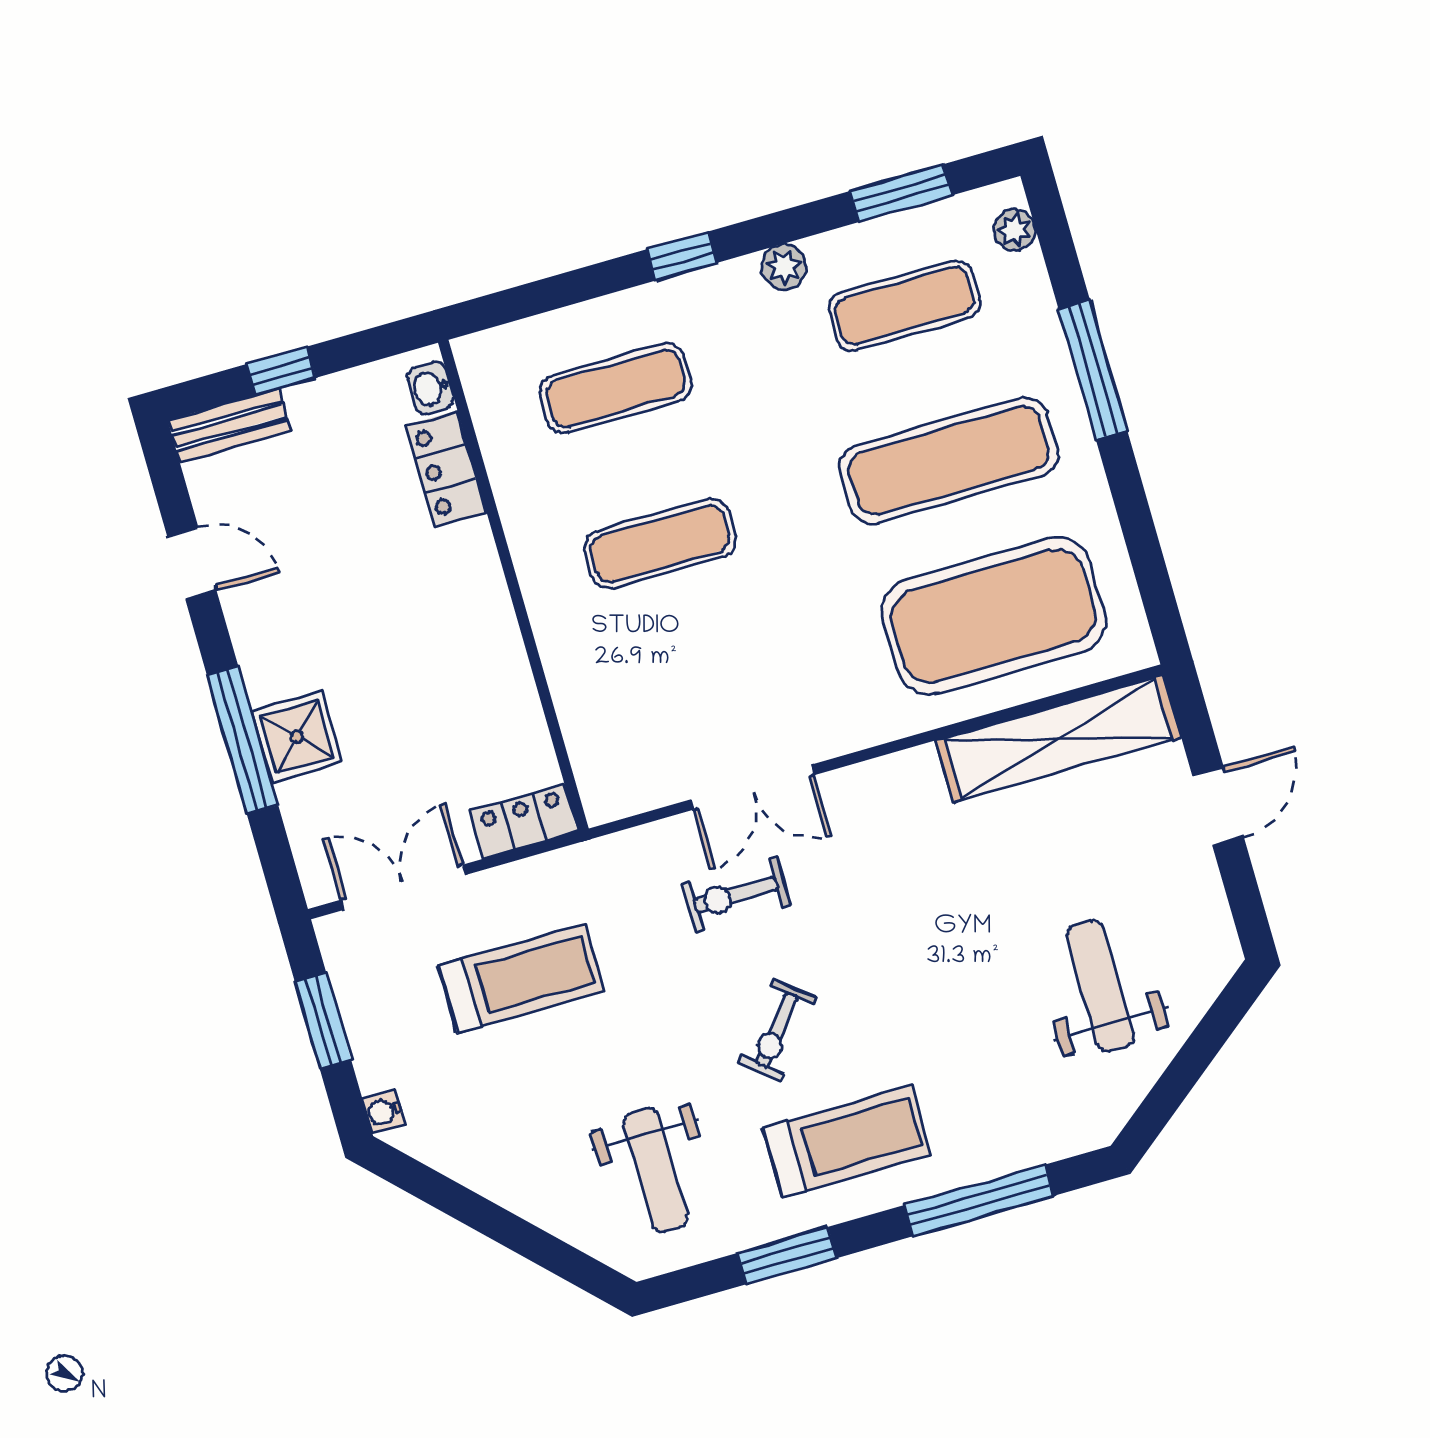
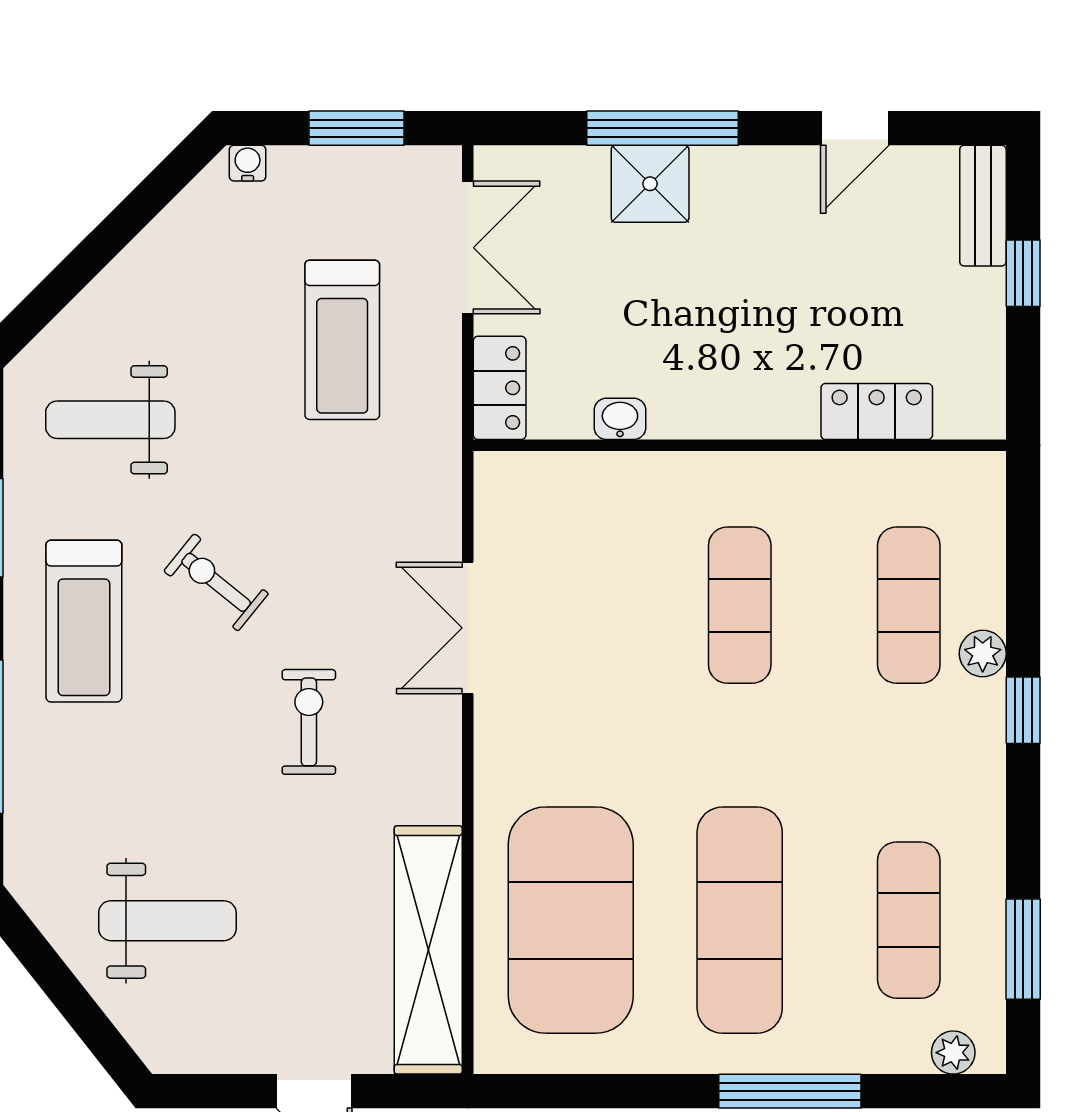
plant: (784, 267) -> (983, 653), moved
washbasin: (430, 388) -> (620, 419), moved
exercise bike: (736, 895) -> (309, 722), moved

